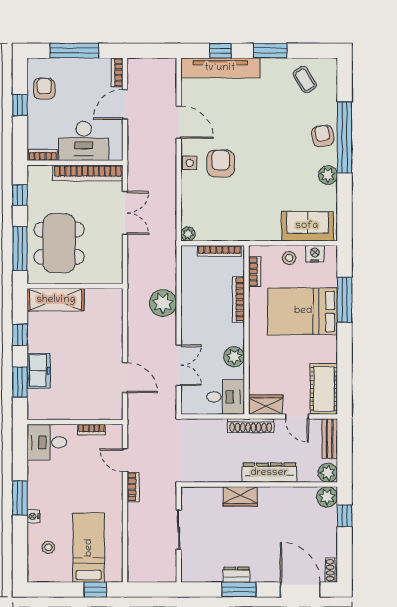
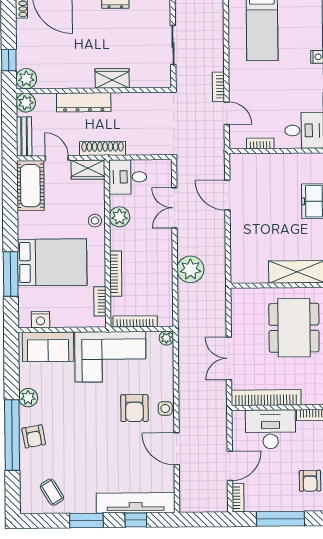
corner sofa: (245, 216) -> (110, 357), added
stool: (289, 258) -> (95, 221), moved
stool: (48, 547) -> (302, 26), removed

